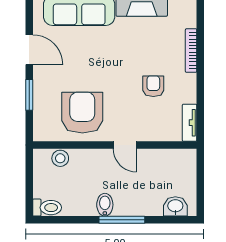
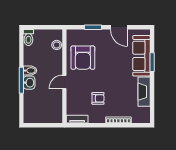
door: (29, 50) -> (119, 27), hinge flipped
armchair: (82, 113) -> (83, 58), turned 90
washbasin: (175, 206) -> (29, 83), moved

